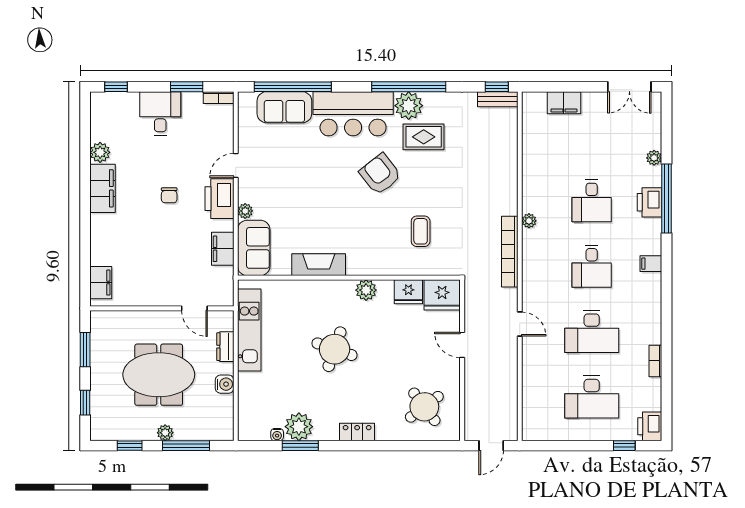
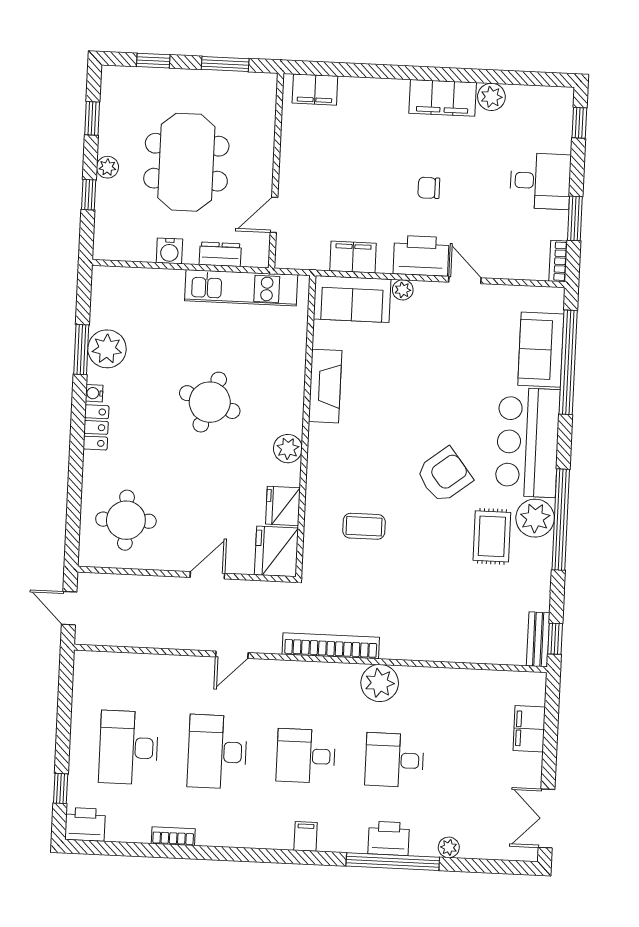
plant: (529, 221) -> (380, 683), width x1.87, depth x1.87
round table: (424, 407) -> (126, 520), turned 37
water cooler: (277, 435) -> (94, 393), moved
window: (186, 446) -> (89, 195), width x0.46

